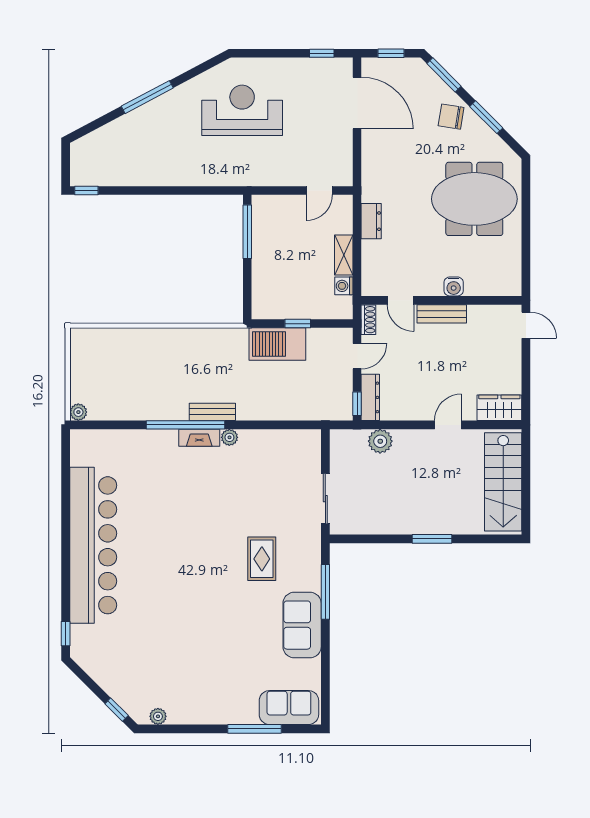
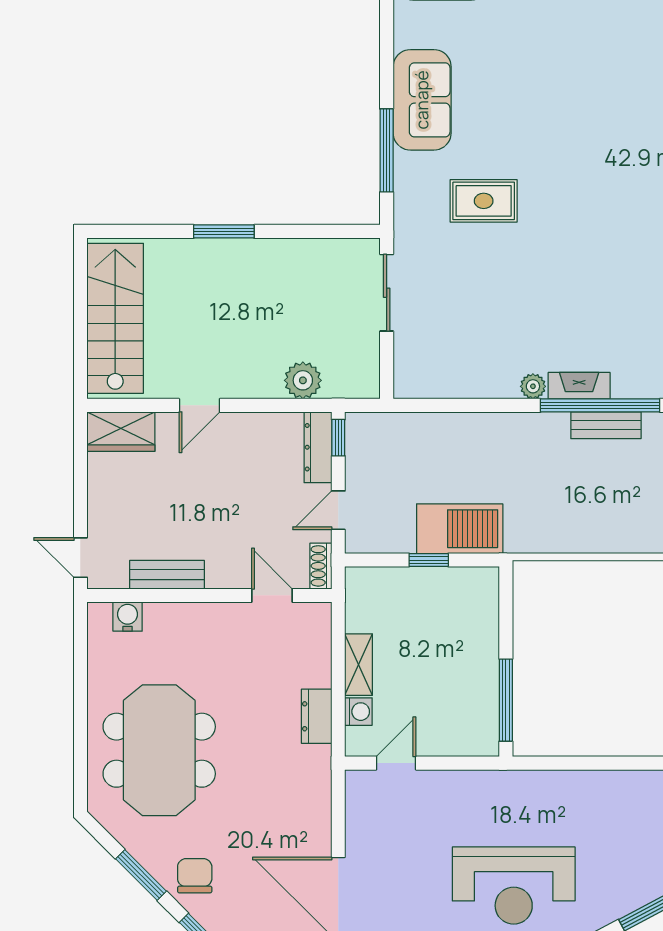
chair: (451, 117) -> (195, 876), turned -99
meeting table: (474, 199) -> (159, 750), turned 90
washing machine: (344, 286) -> (358, 712), moved
water cooler: (454, 286) -> (128, 617), moved
bench: (442, 314) -> (167, 575), moved
bench: (212, 412) -> (606, 425), moved
rug: (262, 559) -> (484, 201), turned 90

